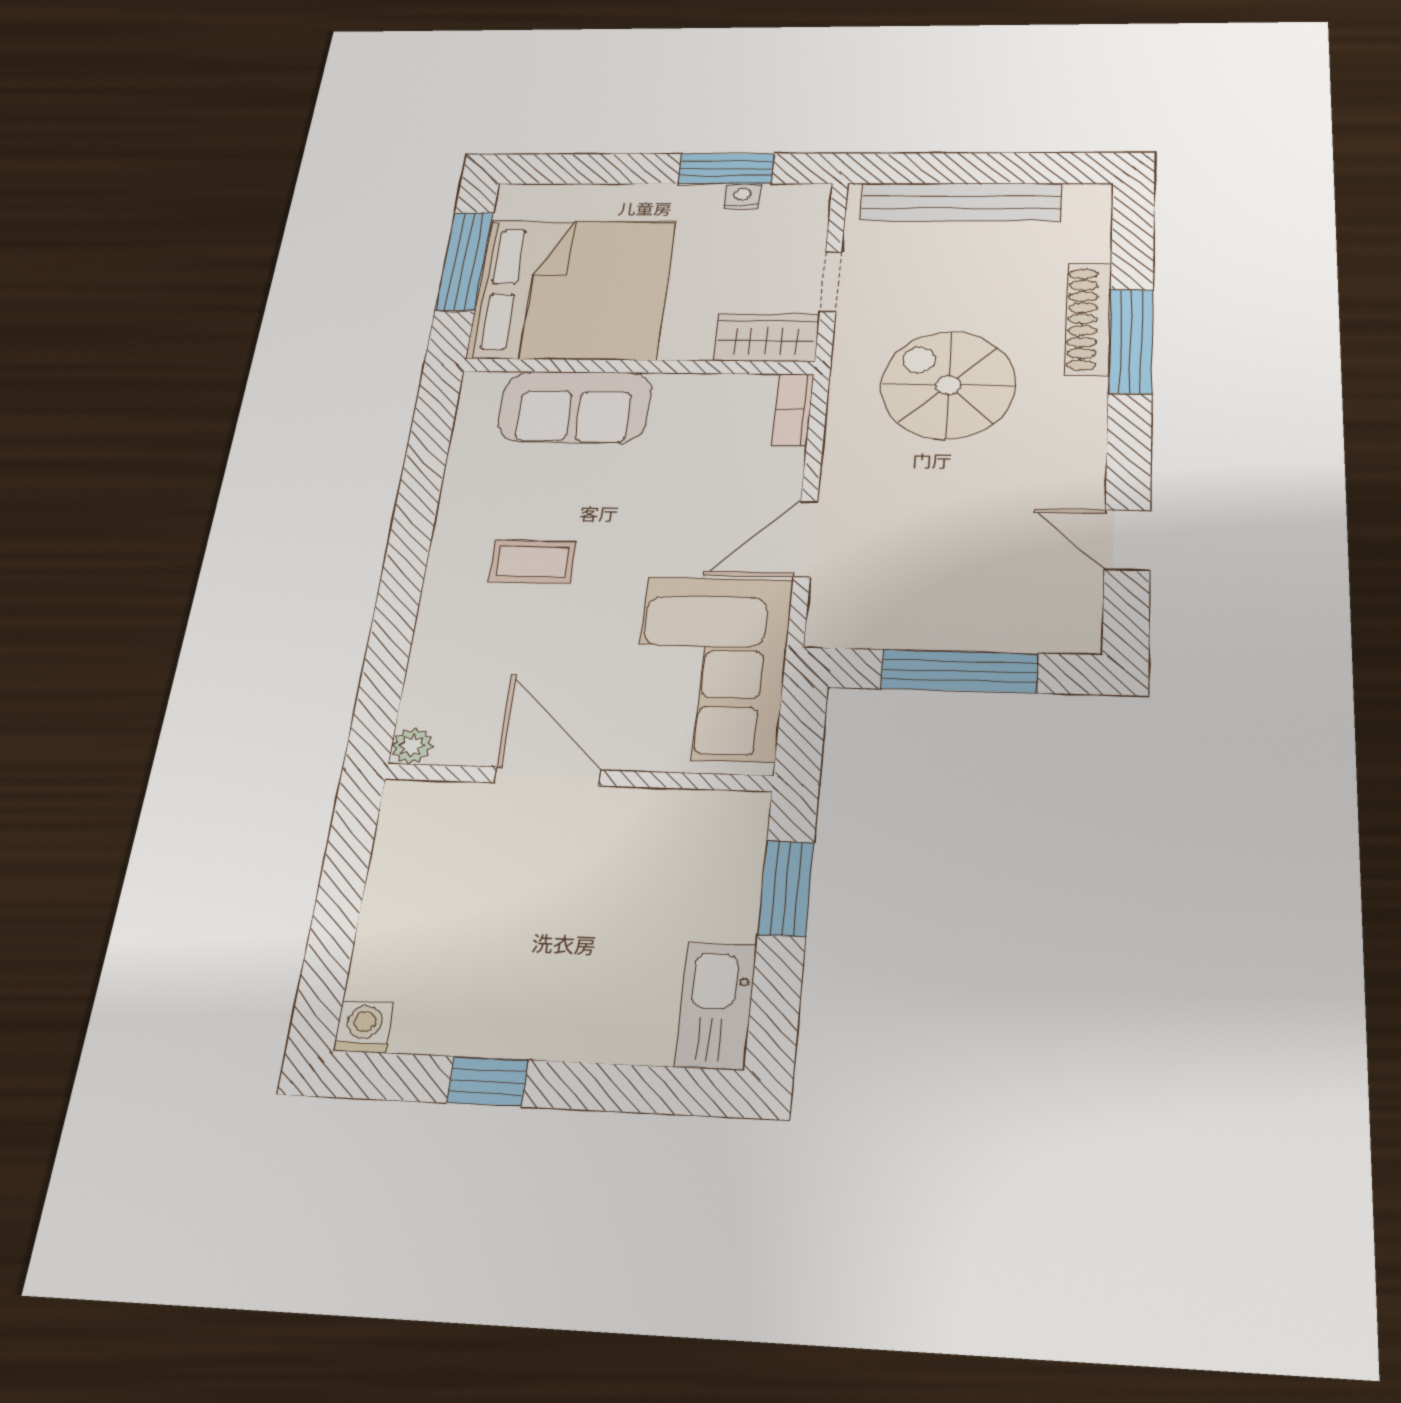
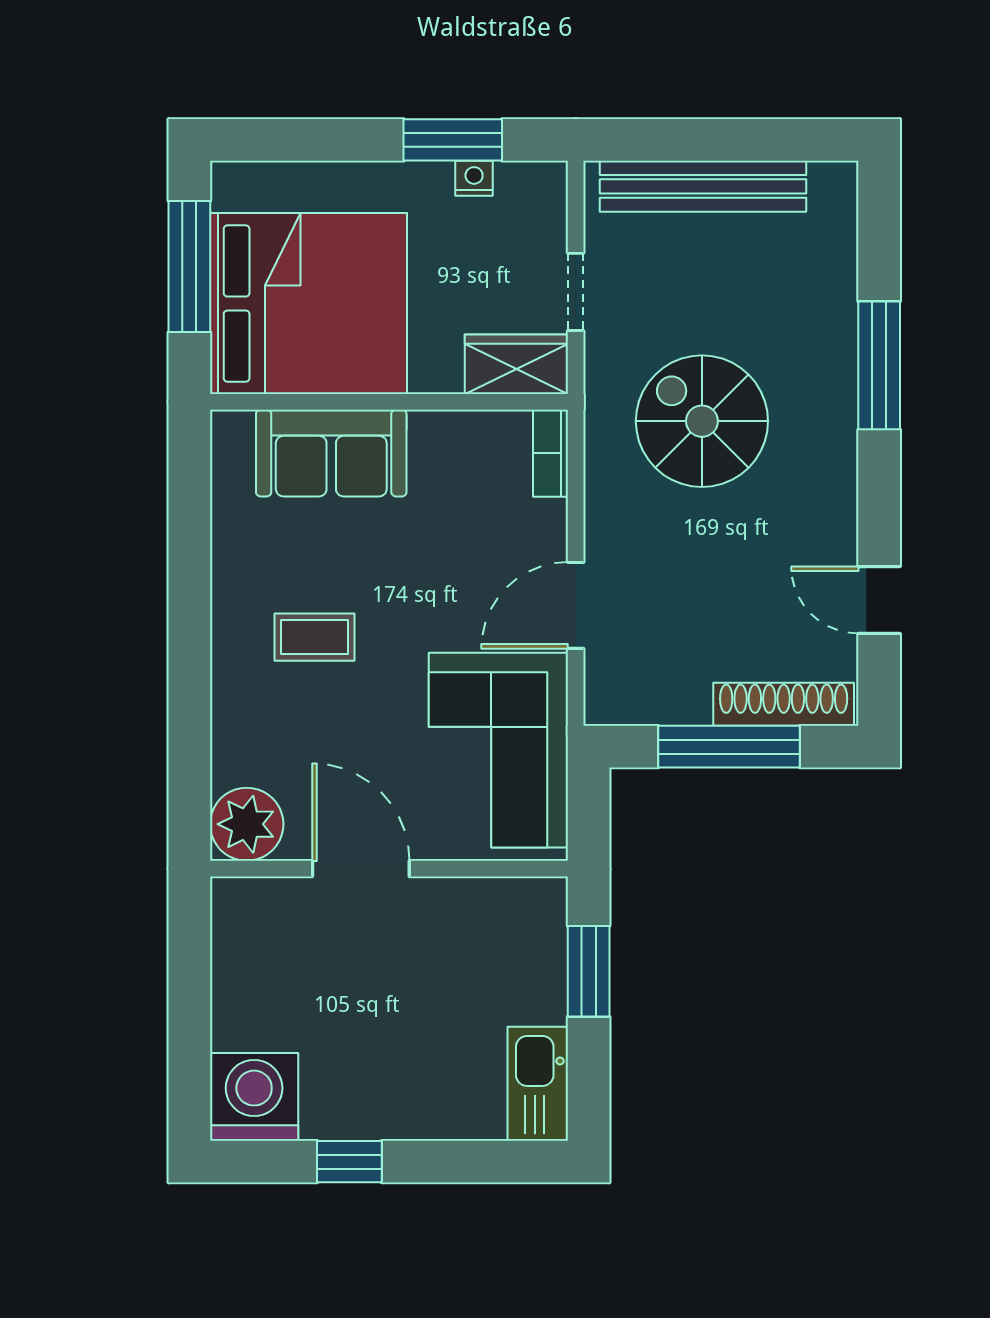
shoe rack: (1088, 319) -> (784, 704), moved, turned 90
plant: (412, 746) -> (247, 824), width x1.87, depth x1.87
washing machine: (364, 1027) -> (254, 1097), width x1.89, depth x1.89

